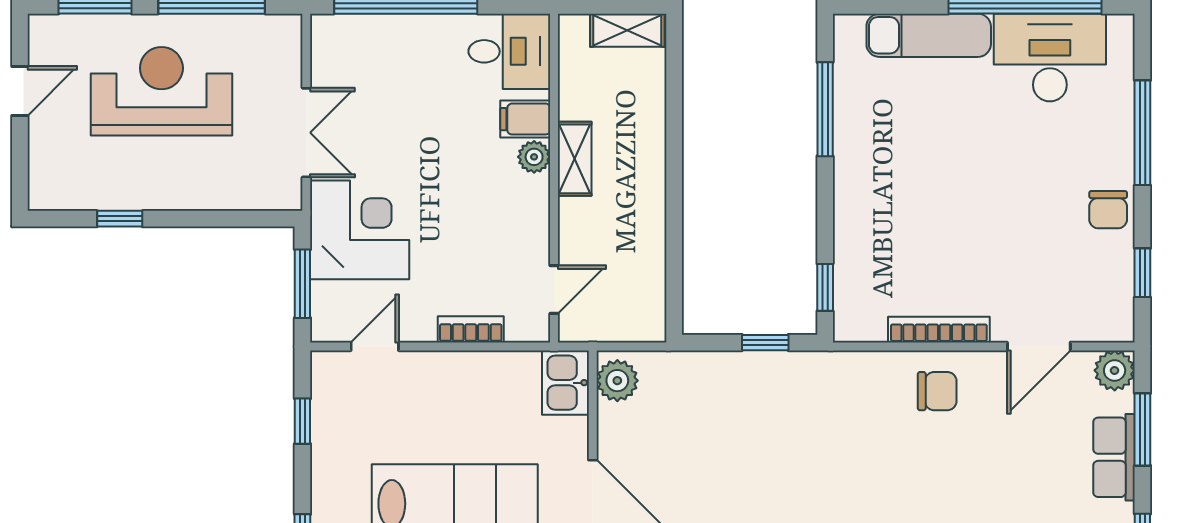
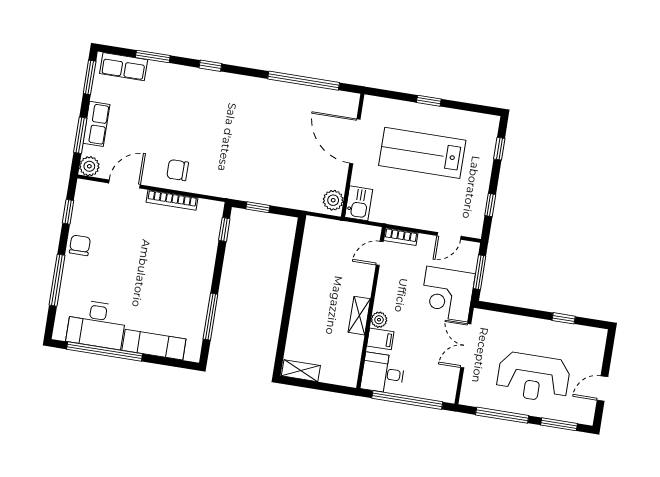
desk: (509, 51) -> (383, 373), moved
filing cabinet: (525, 119) -> (380, 339), moved
plant: (534, 157) -> (379, 320), moved
shelving: (575, 159) -> (359, 316), moved
wall: (554, 178) -> (371, 308), moved
door: (554, 289) -> (380, 253), moved

